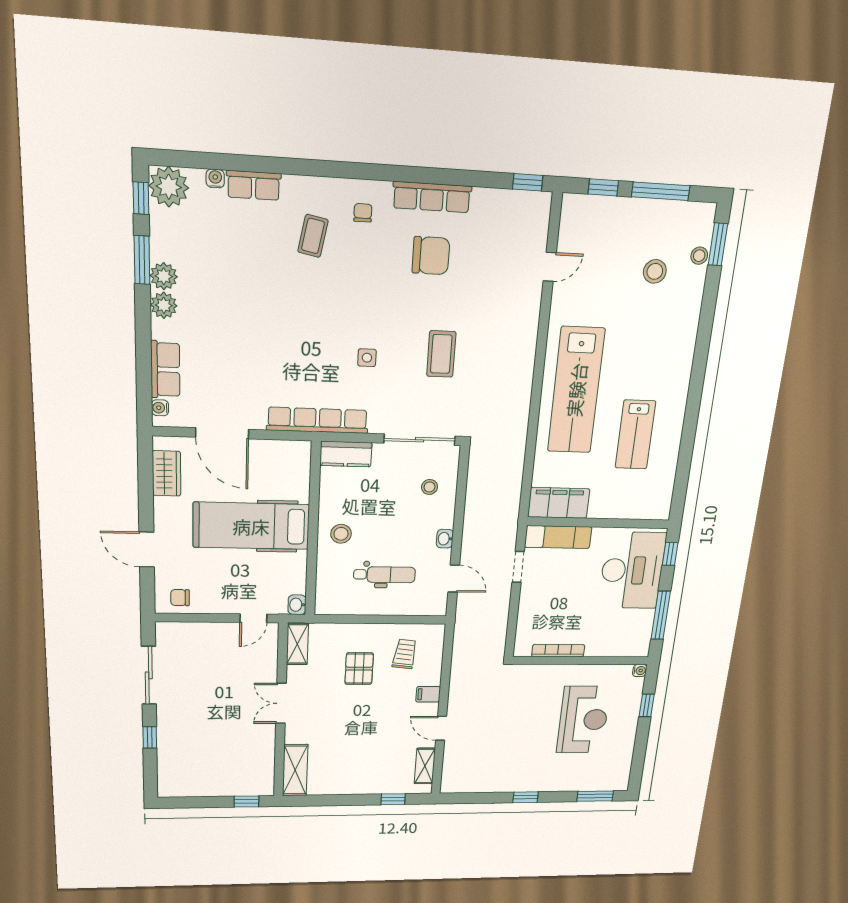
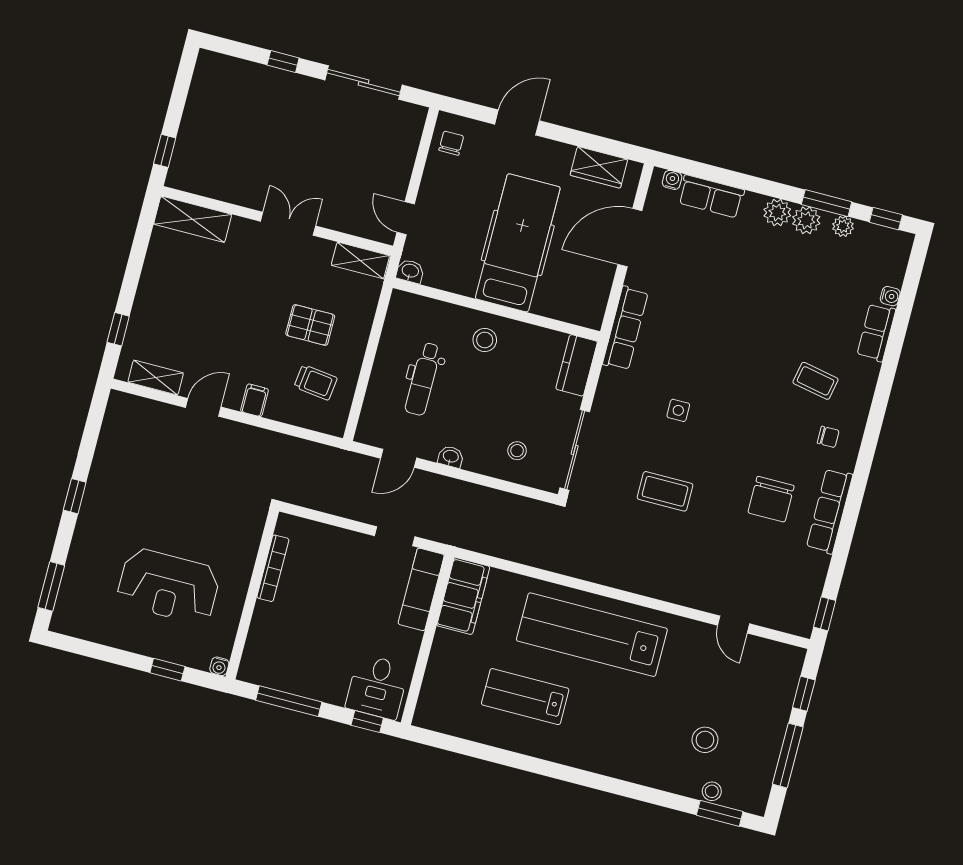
plant: (169, 187) -> (843, 226), moved, width x0.53, depth x0.53
row of seats: (318, 420) -> (625, 328), width x0.73
desk: (632, 570) -> (377, 687), width x0.53, depth x0.77

